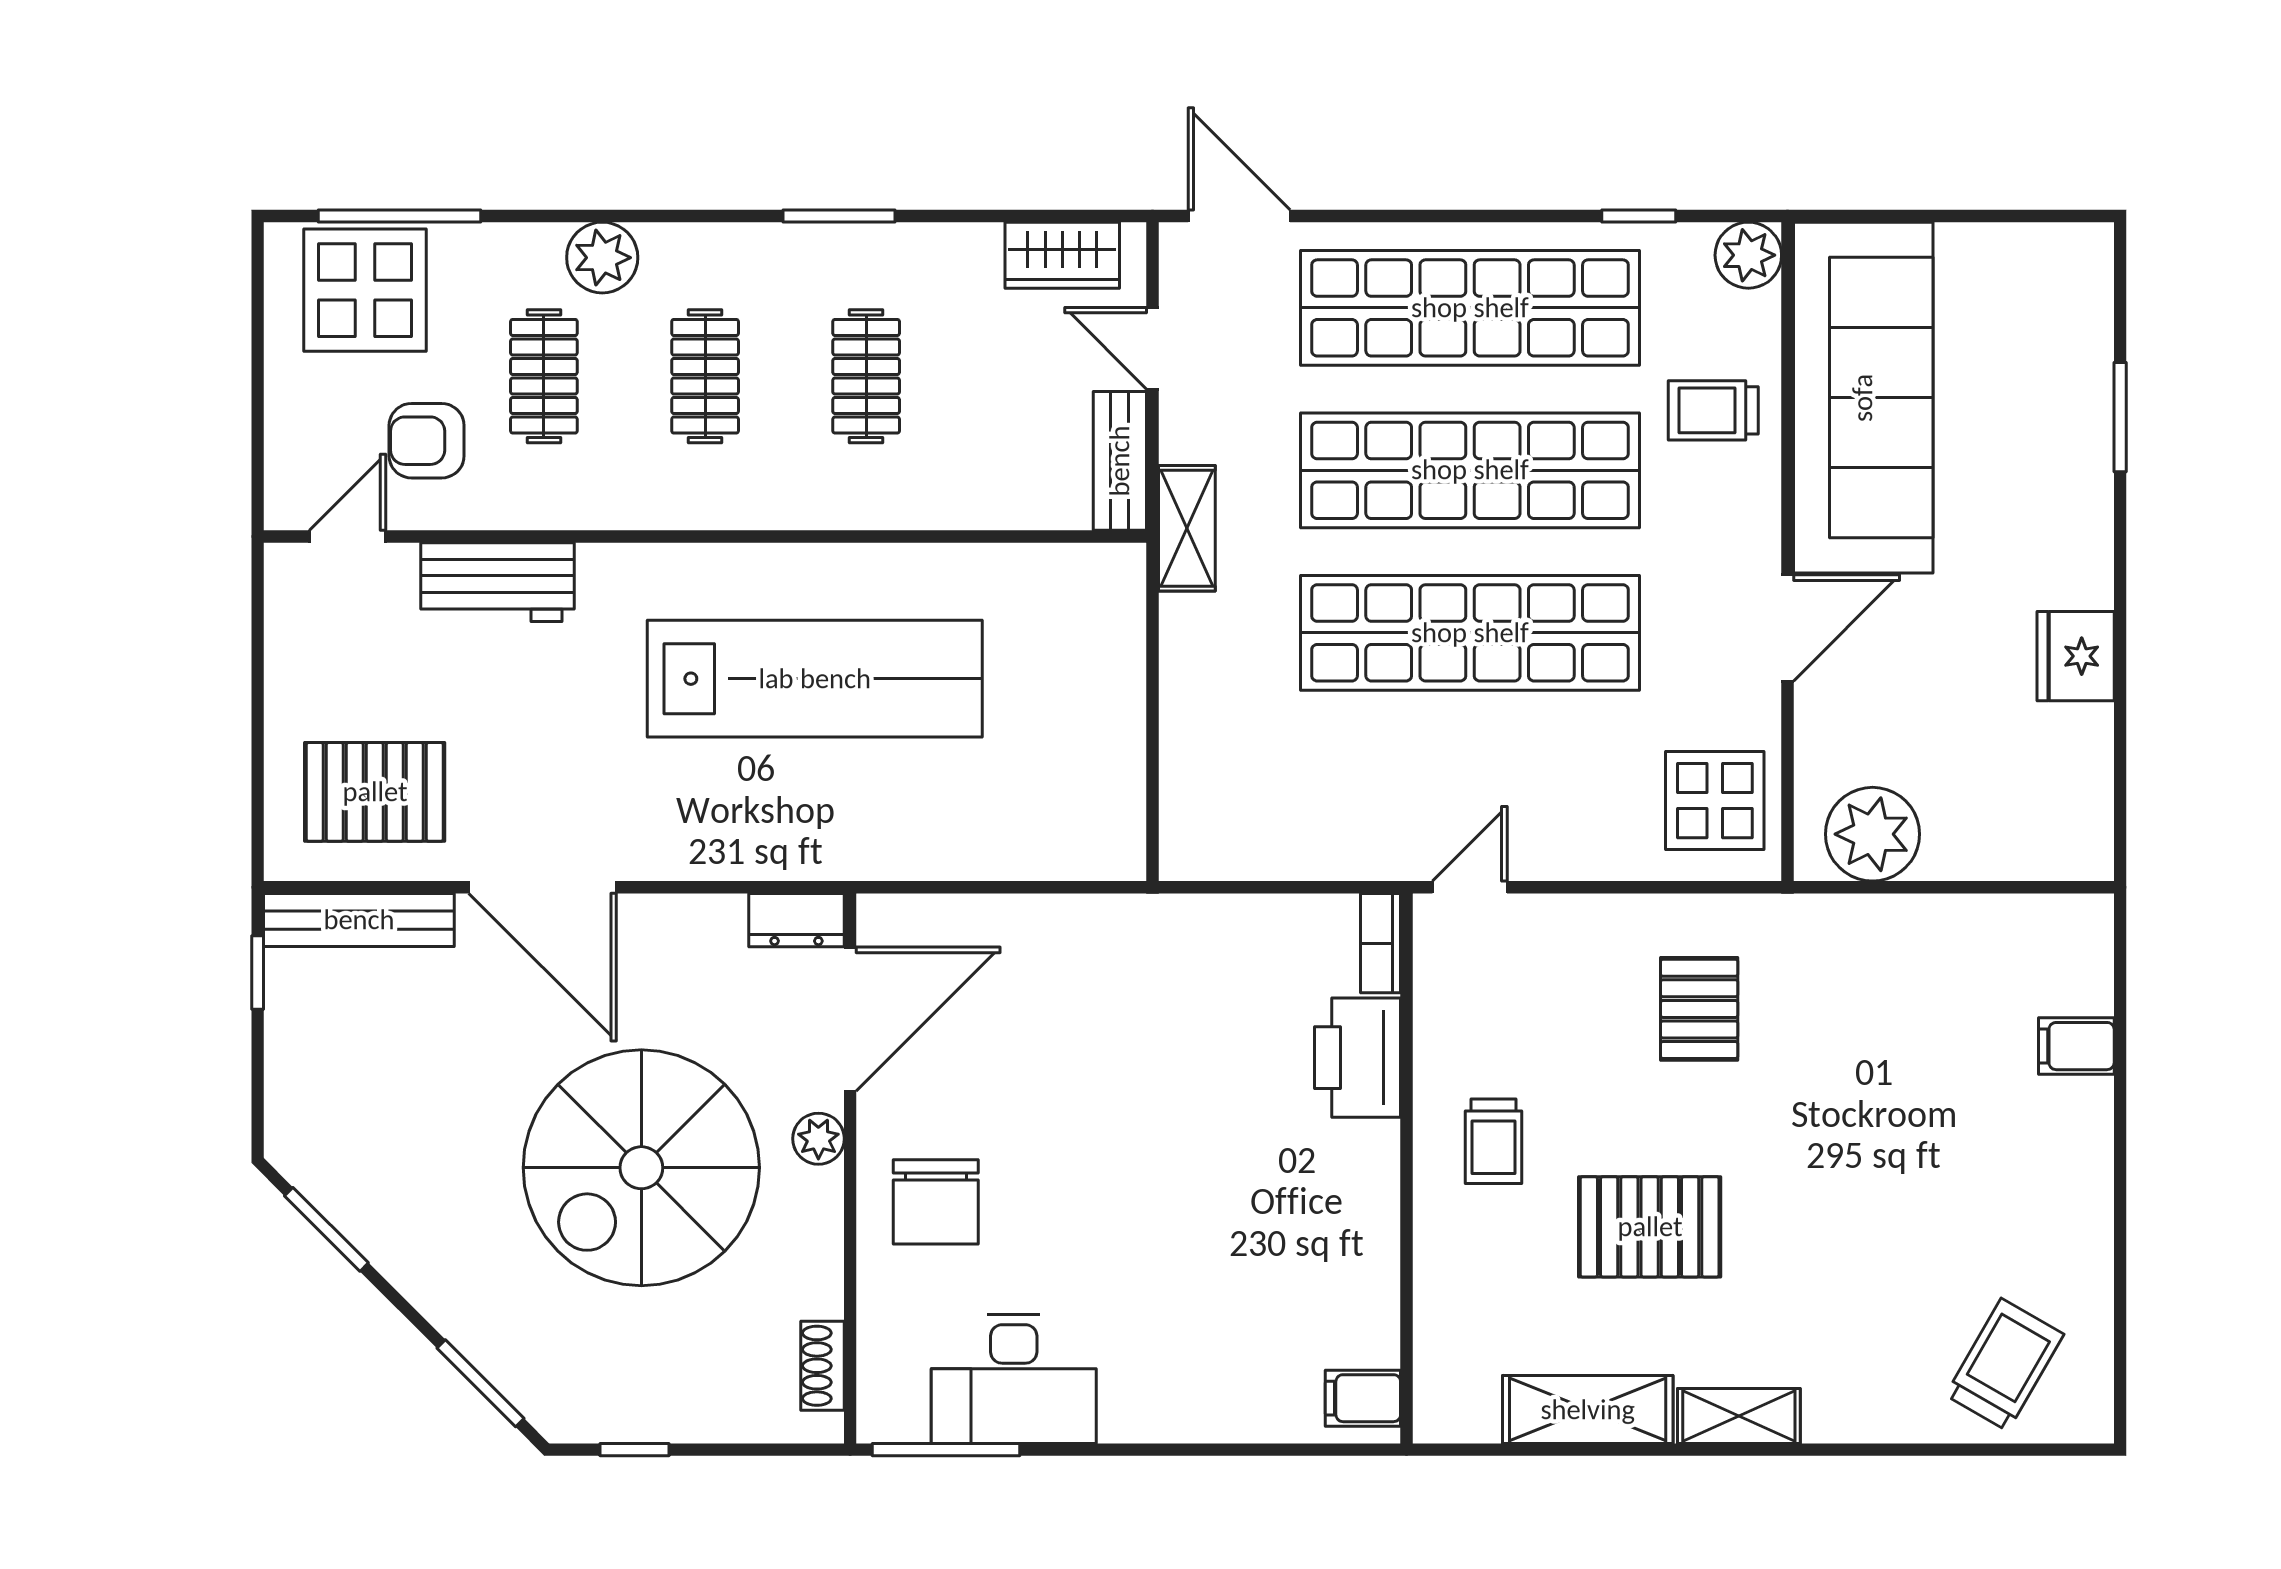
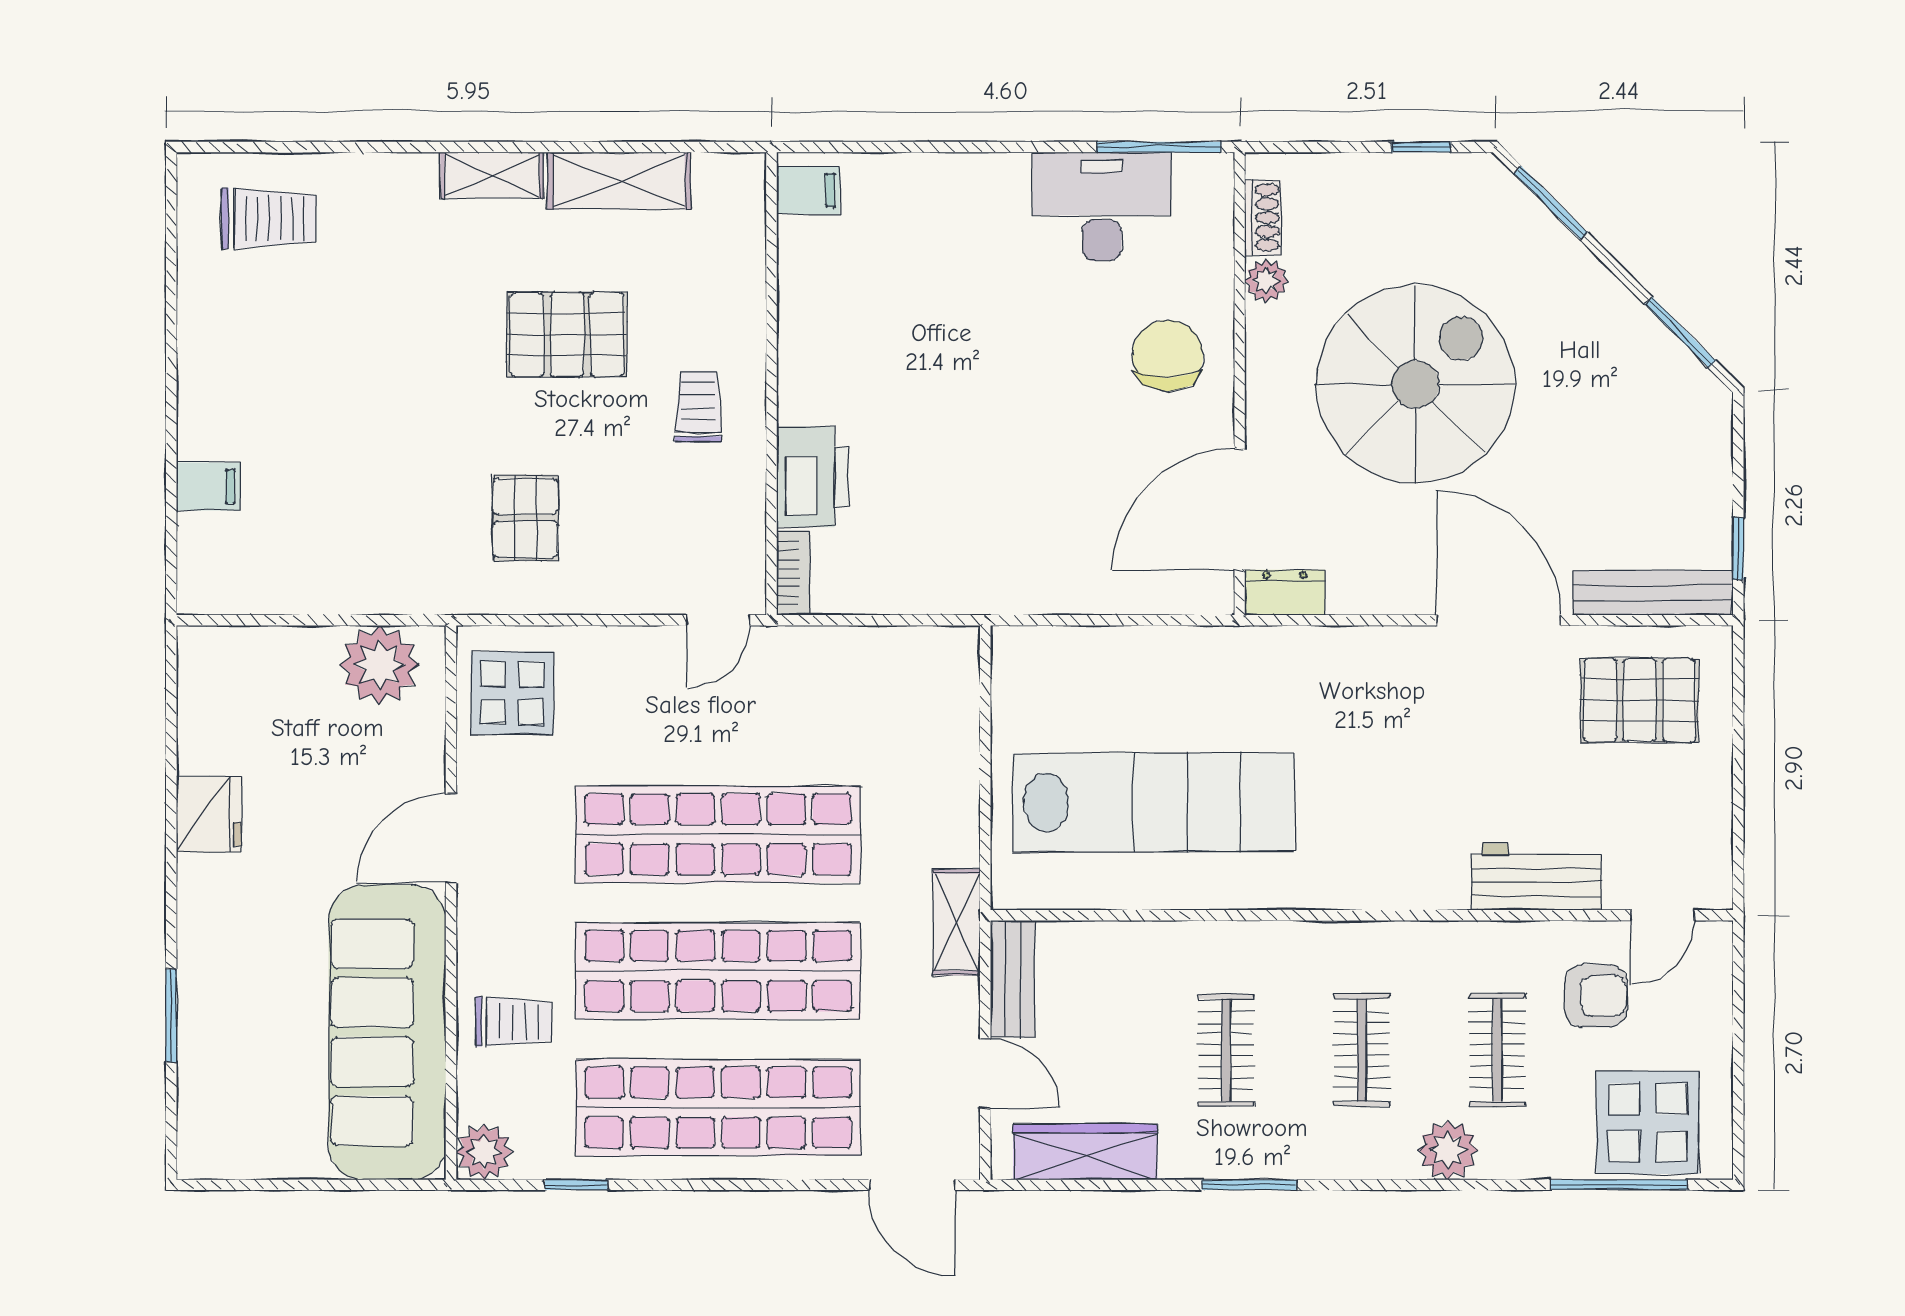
wardrobe: (1062, 255) -> (1085, 1152), width x1.50
lab bench: (815, 679) -> (1153, 802), moved, turned 180
plant: (818, 1139) -> (1266, 281), moved
trolley: (2005, 1365) -> (268, 218), turned -120

